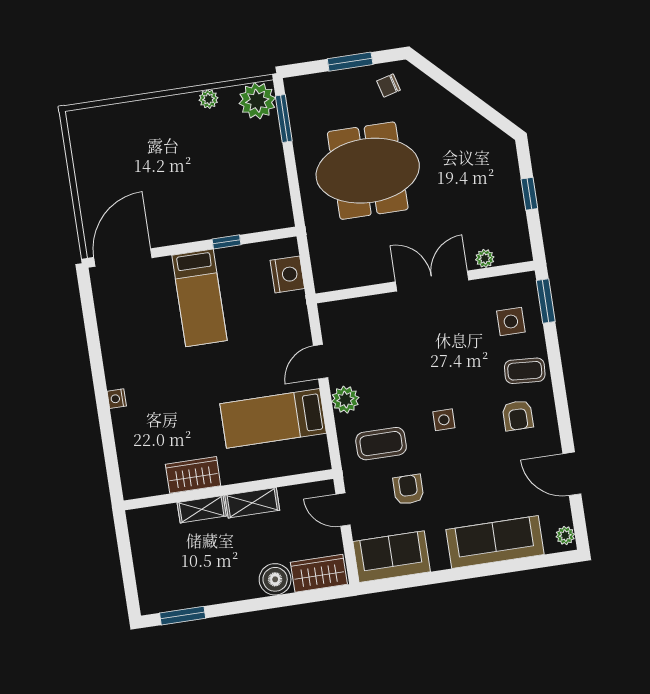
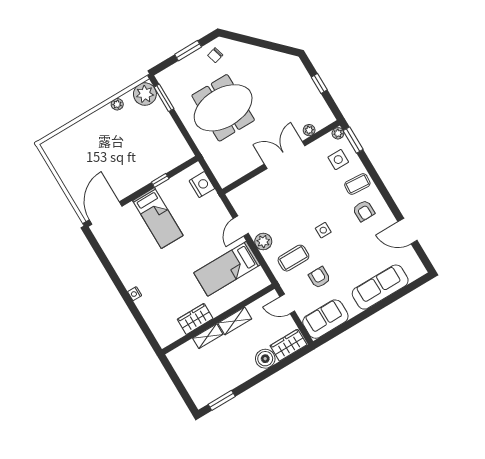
plant: (565, 535) -> (338, 133), moved

